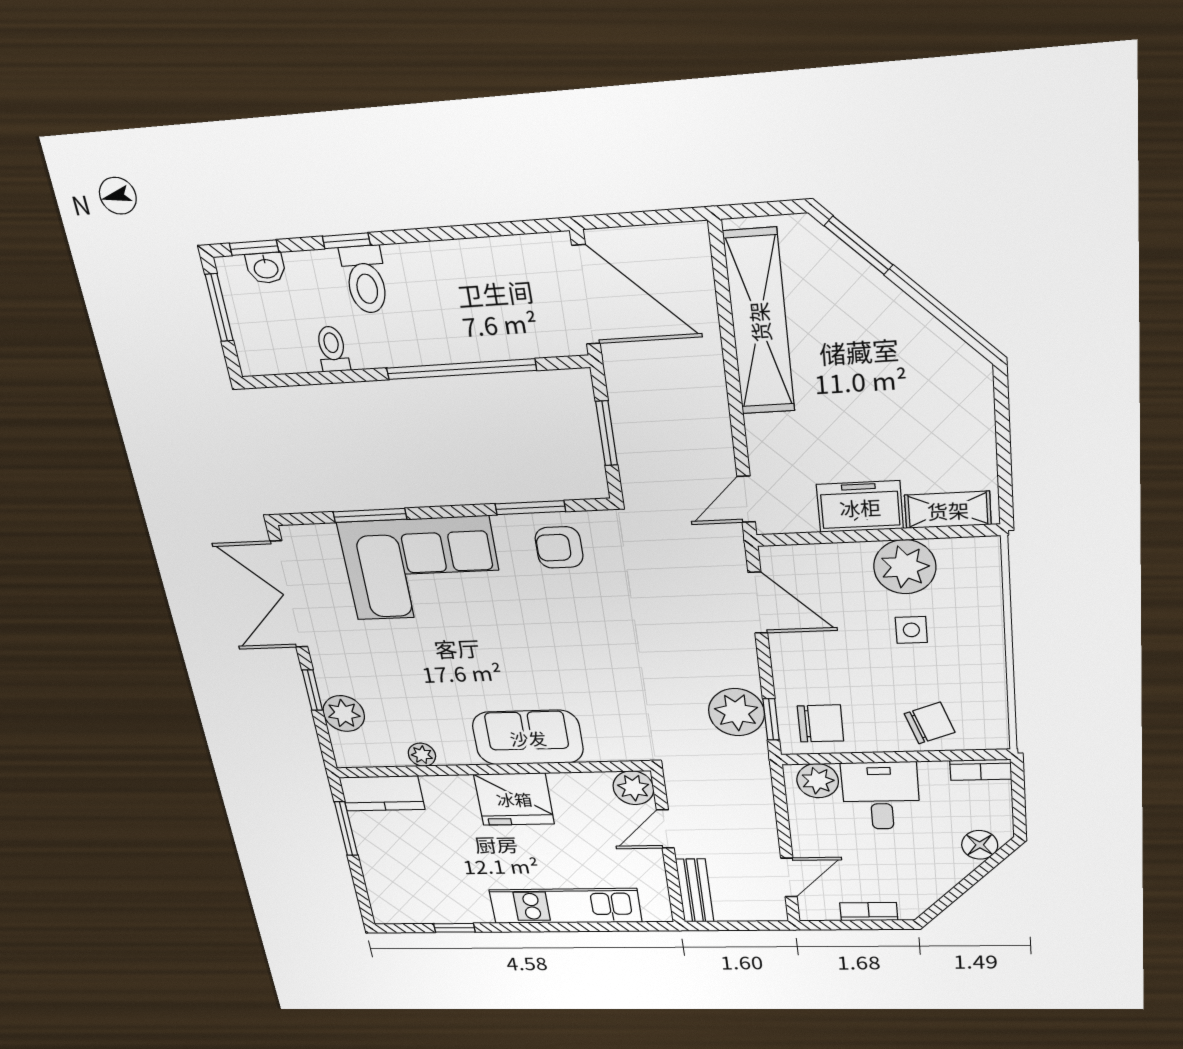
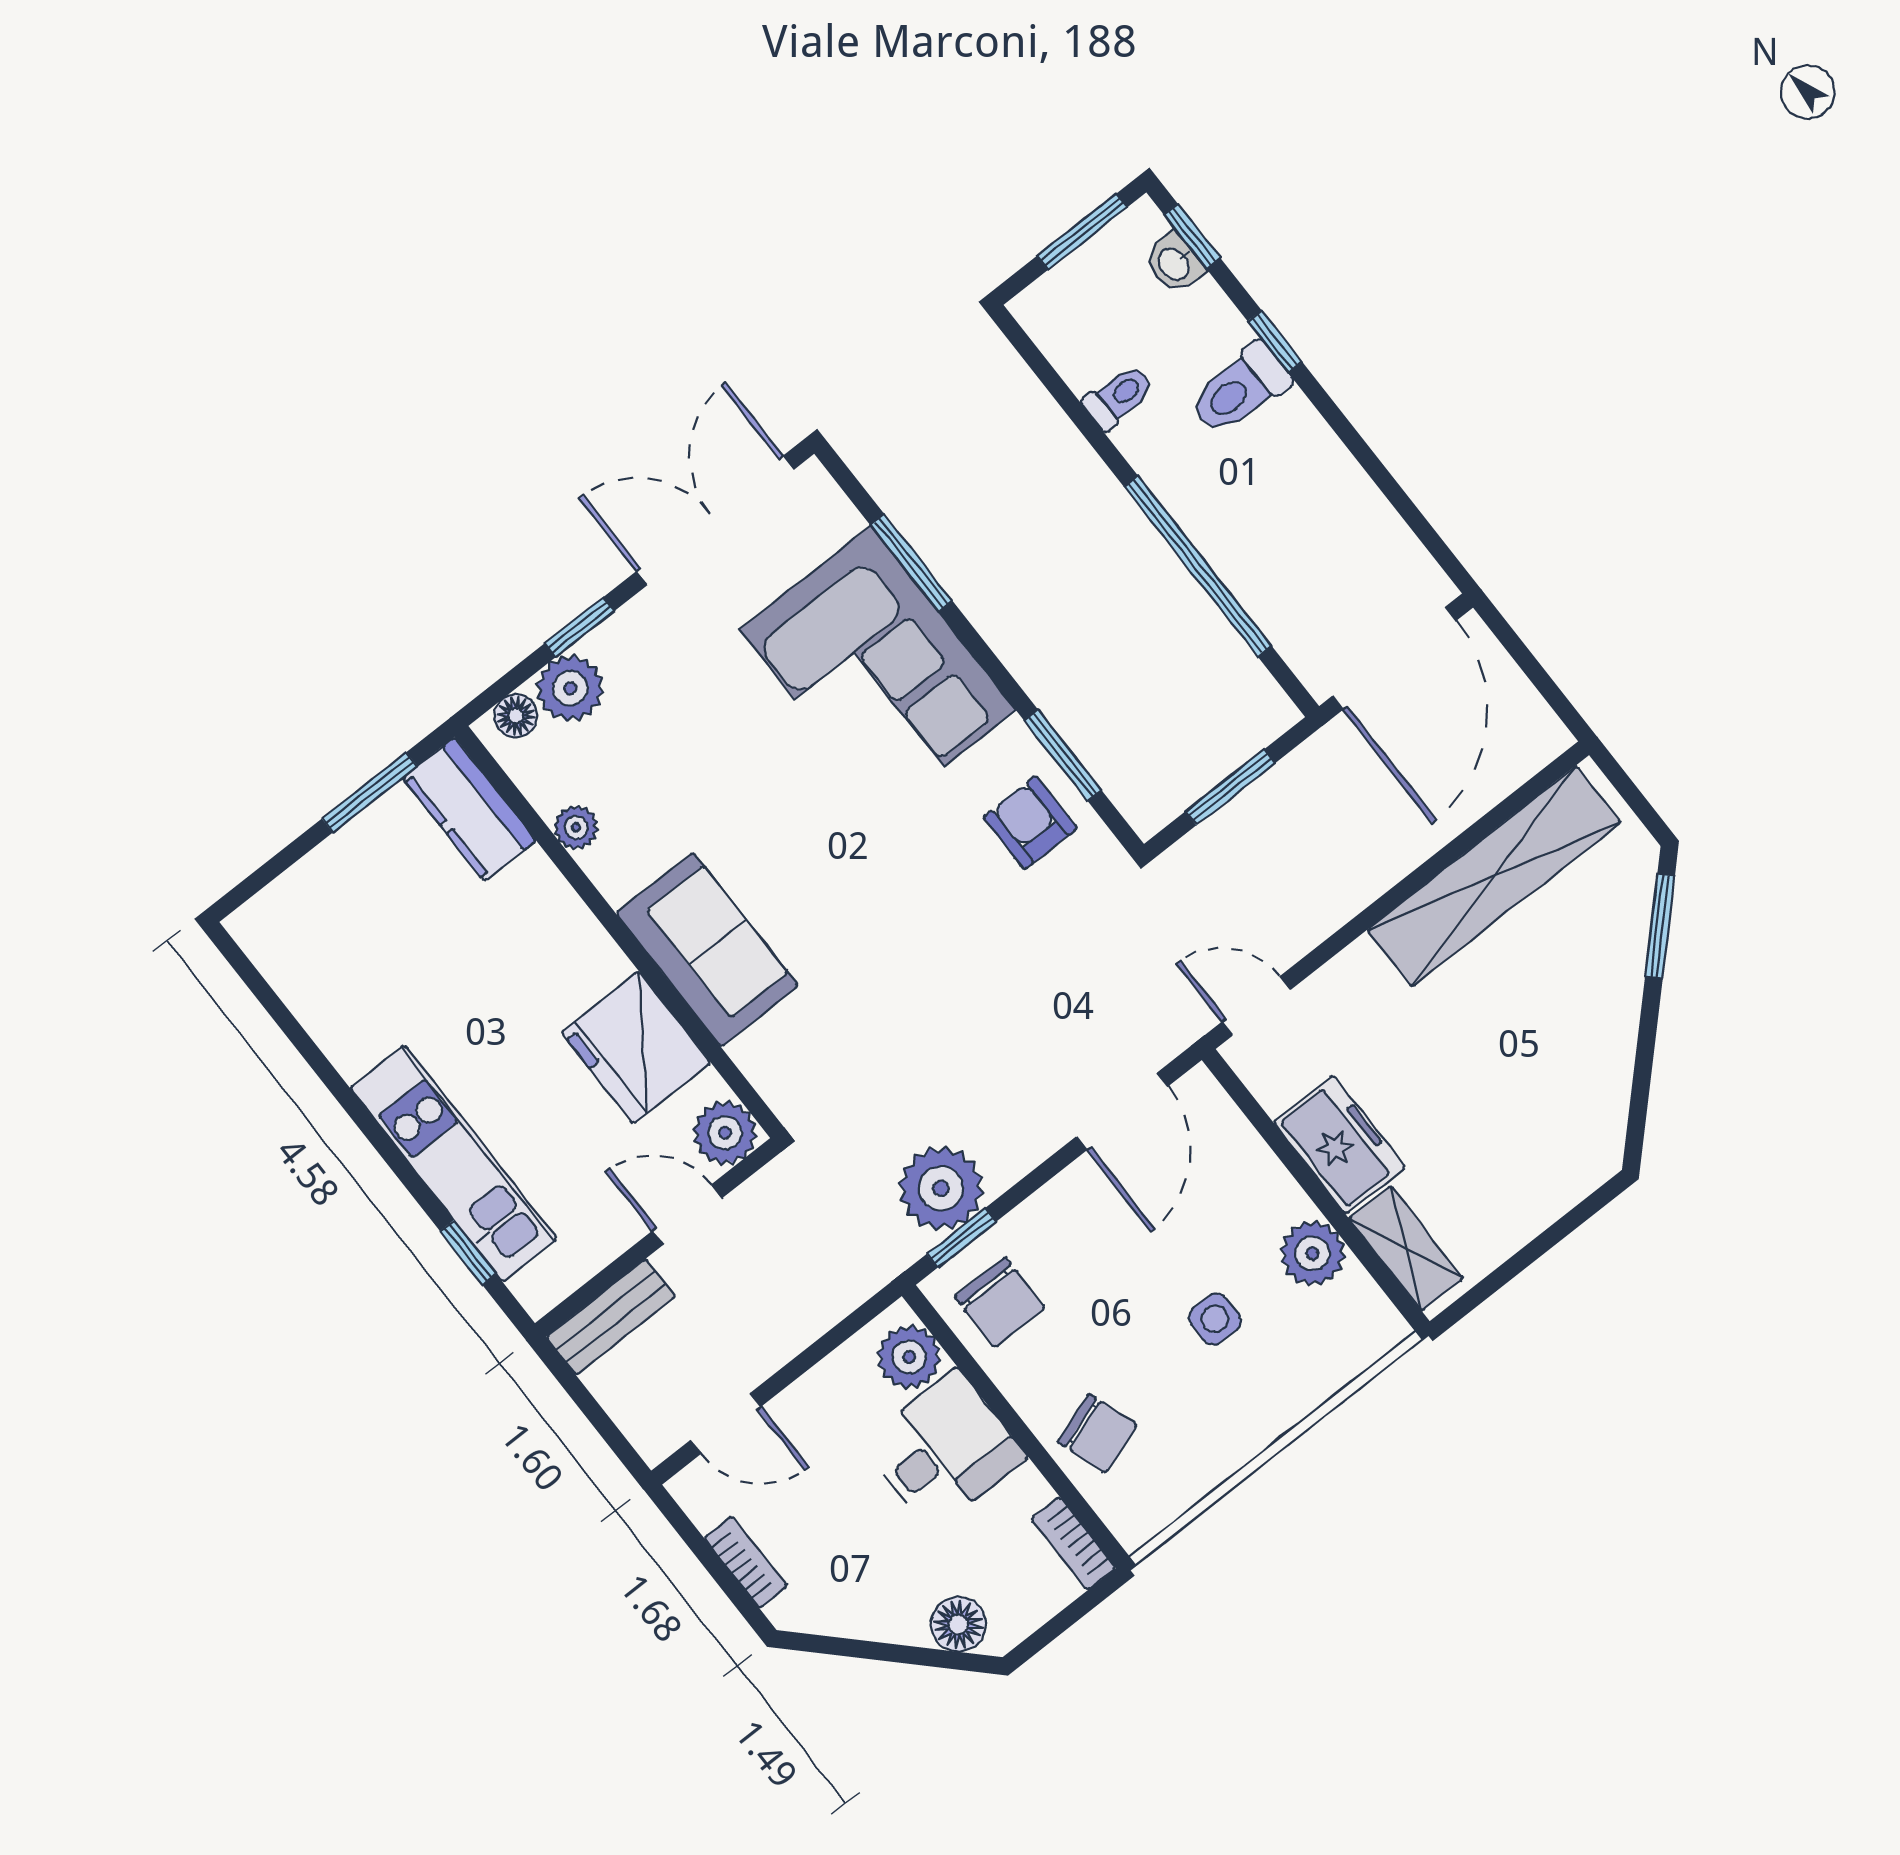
plant: (905, 567) -> (1312, 1253), width x0.73, depth x0.73
floor lamp: (344, 745) -> (516, 716), added
fridge: (514, 799) -> (636, 1048), moved
window: (454, 928) -> (468, 1252), moved

